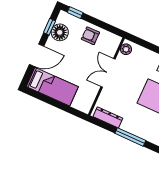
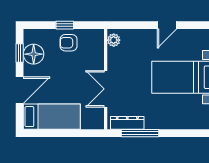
window: (75, 13) -> (65, 25), moved
double door: (108, 73) -> (106, 89), moved
window: (130, 137) -> (140, 133), moved

